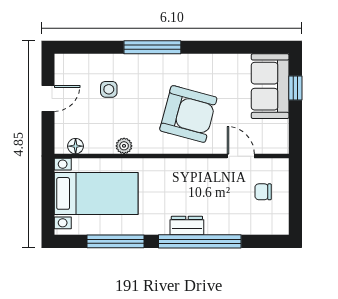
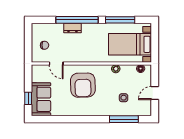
window: (152, 47) -> (124, 119), moved
armchair: (188, 114) -> (83, 85), turned -107
dresser: (187, 226) -> (72, 28), moved

